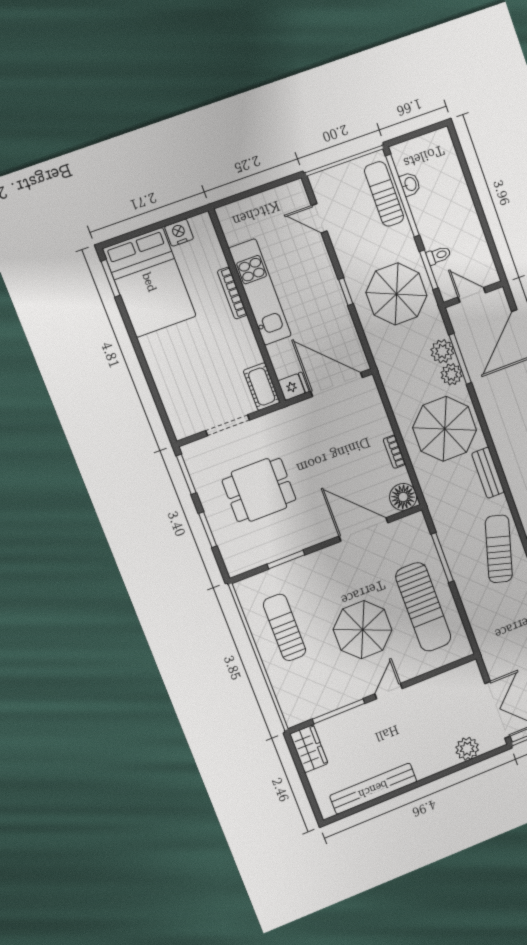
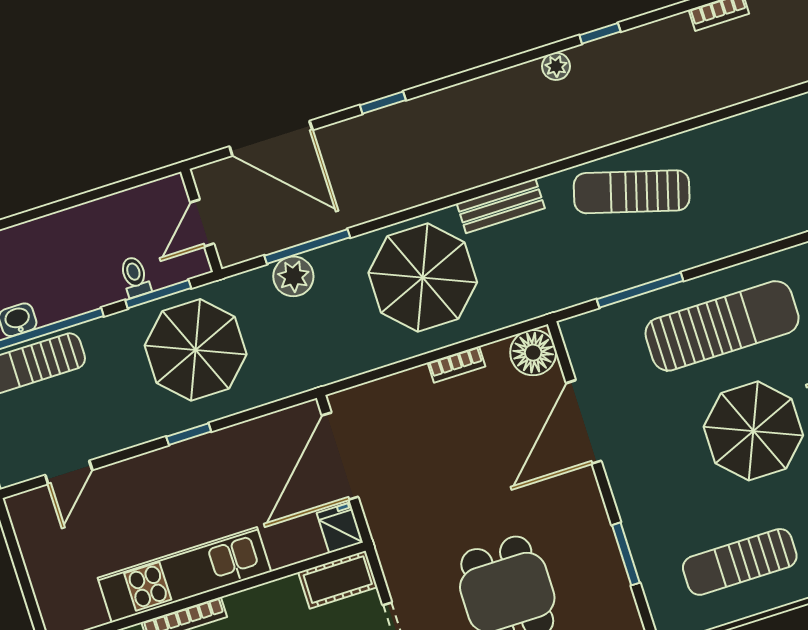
plant: (451, 374) -> (332, 262), removed

